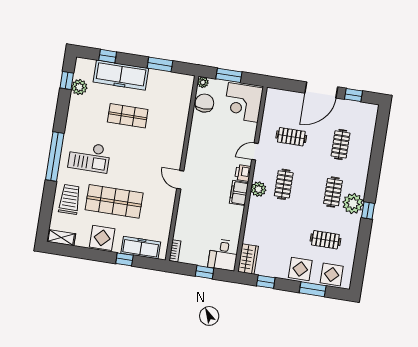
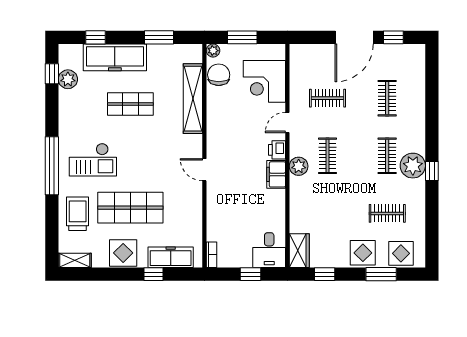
corner desk: (243, 102) -> (264, 81), moved
shelving: (180, 119) -> (193, 99), added

